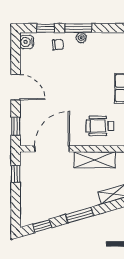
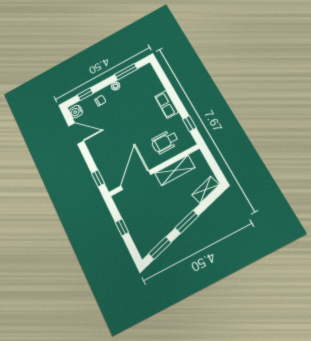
window: (78, 28) -> (126, 72), moved
door: (16, 87) -> (76, 133), moved
window: (16, 174) -> (122, 227), moved
window: (42, 226) -> (160, 248), width x1.50

